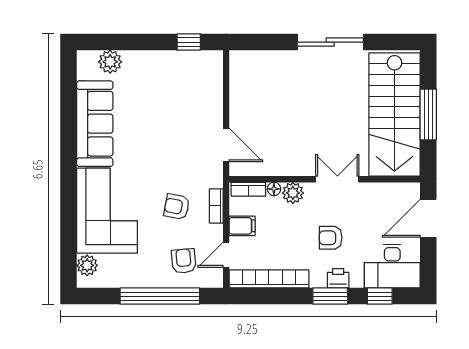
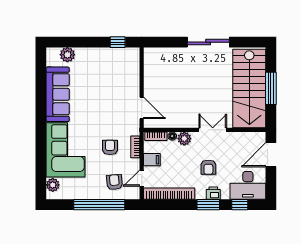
armchair: (177, 207) -> (110, 147), turned 79
armchair: (331, 238) -> (208, 167), turned -90

